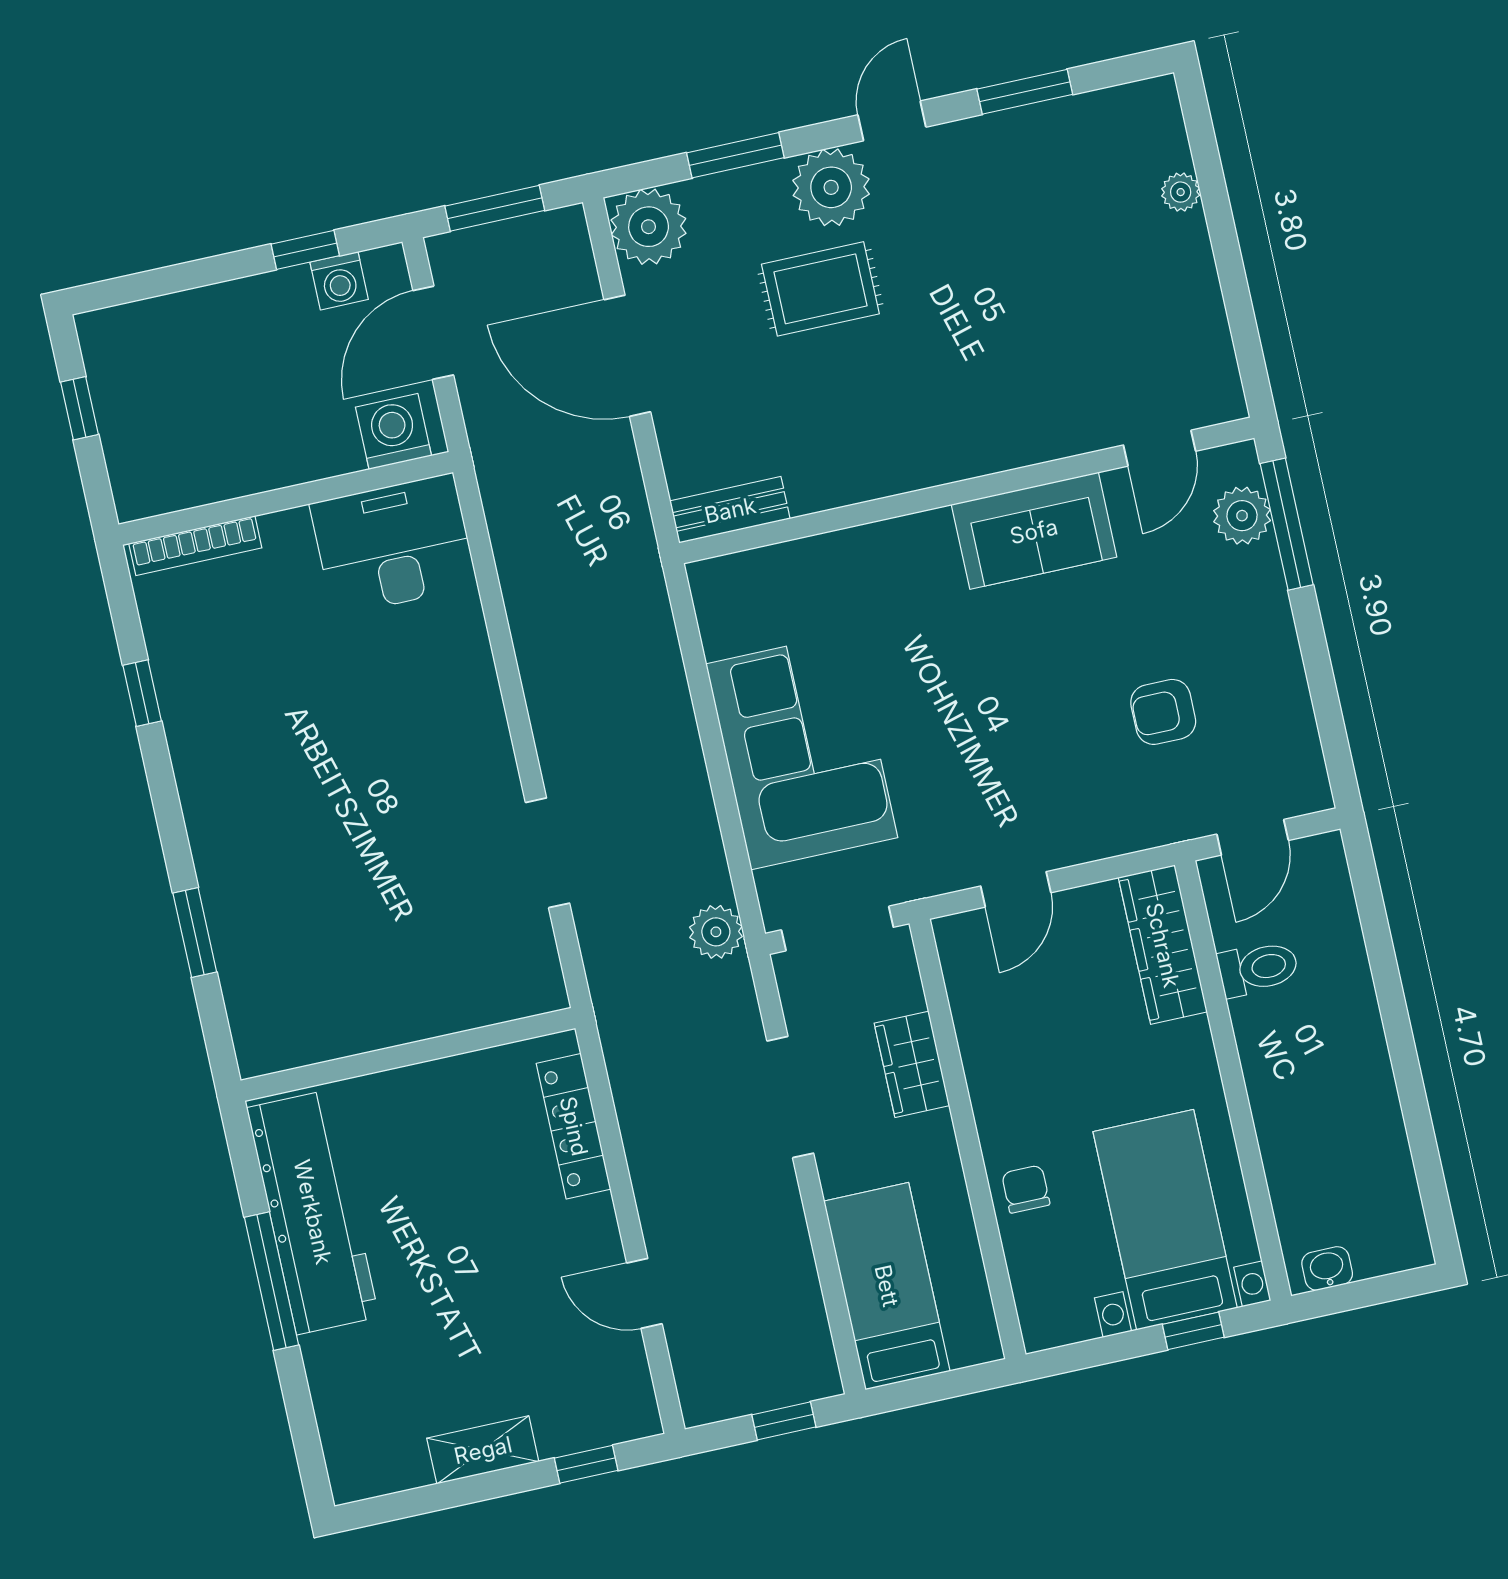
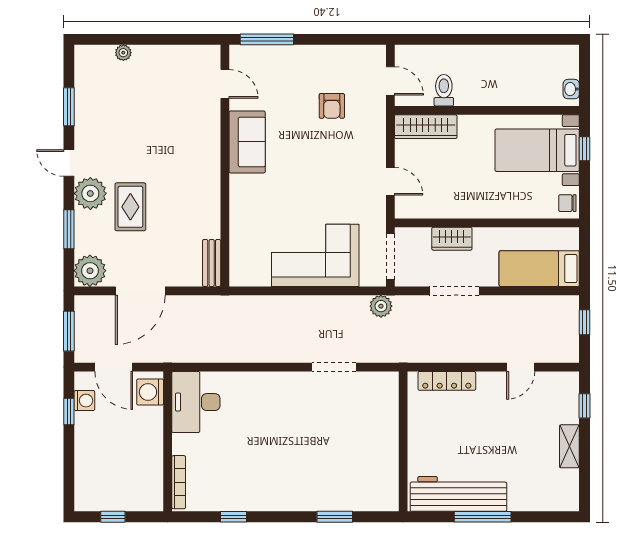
plant: (1242, 516) -> (259, 57), removed
chair: (1026, 1189) -> (567, 203), moved

